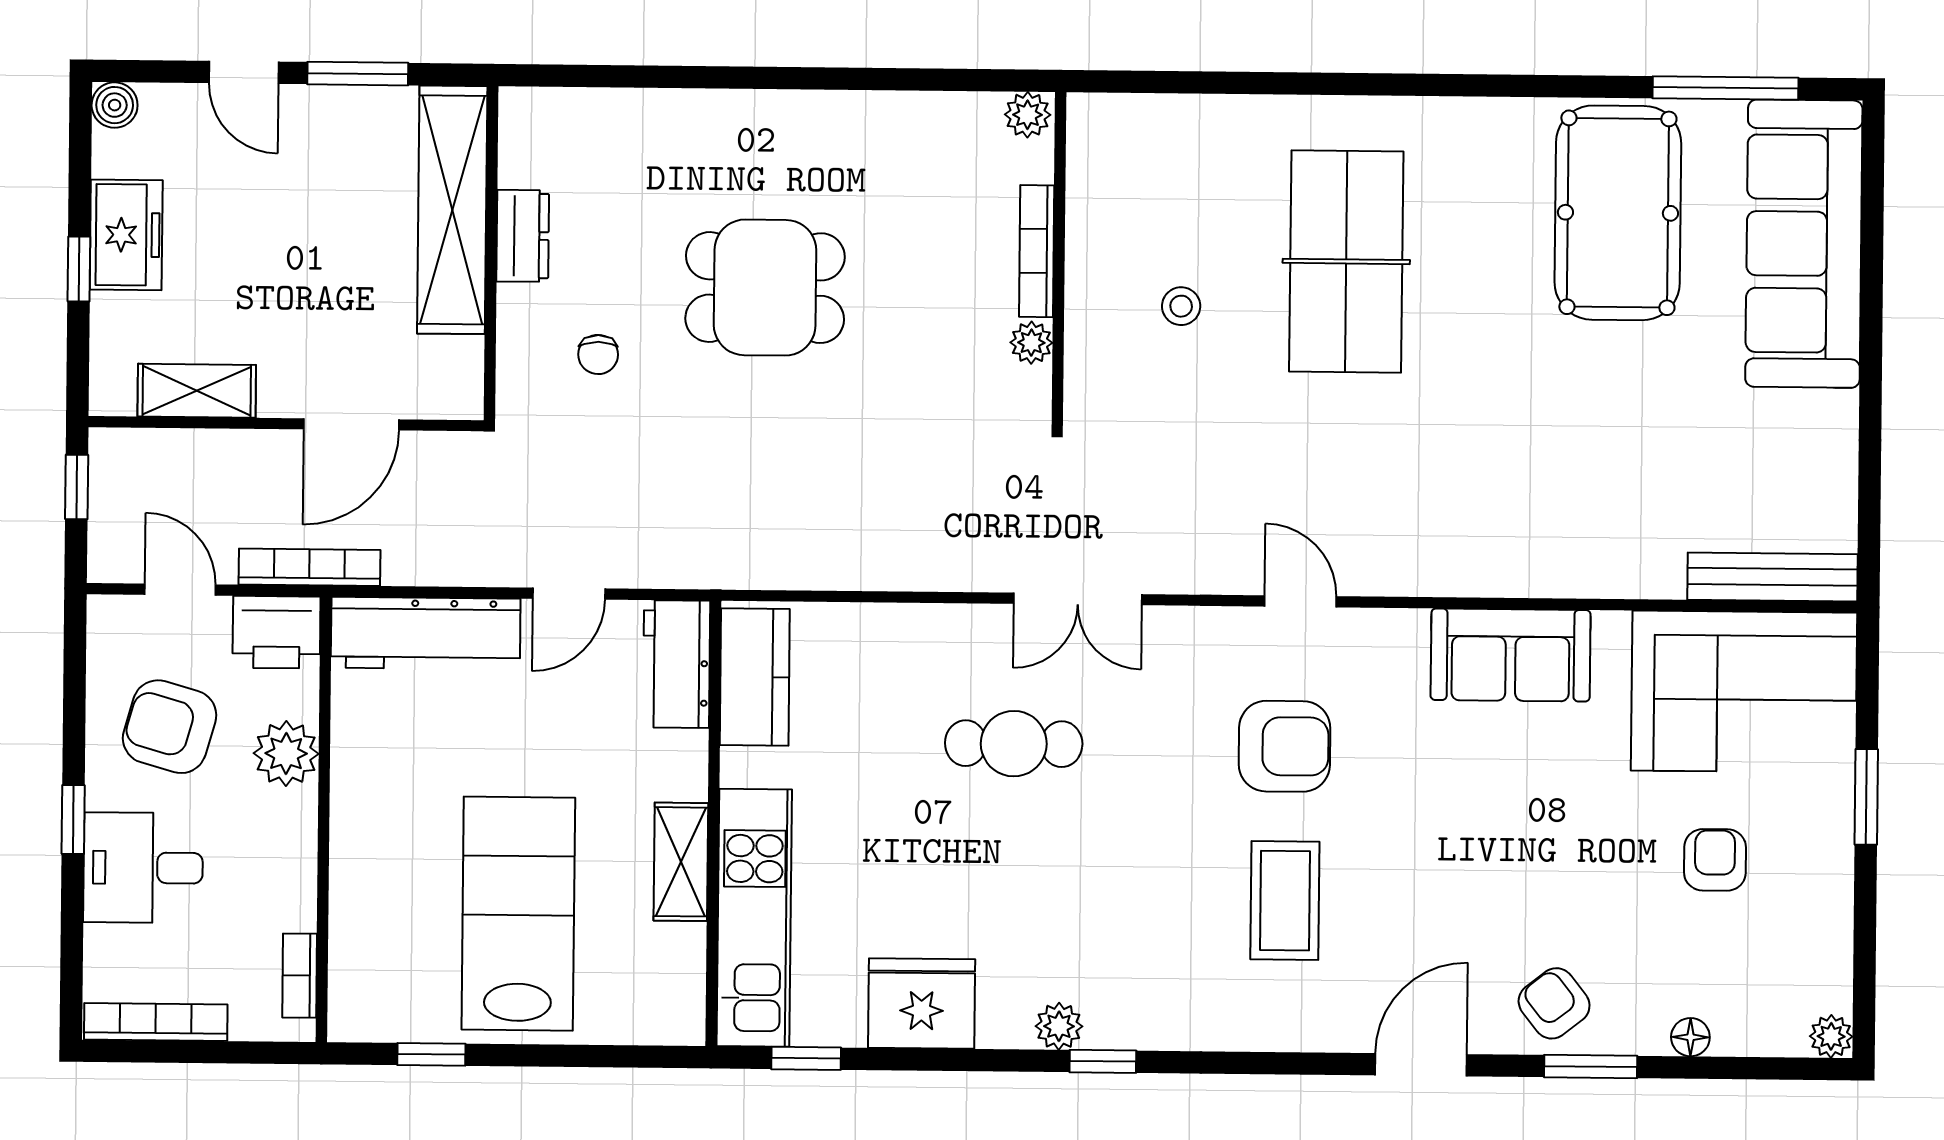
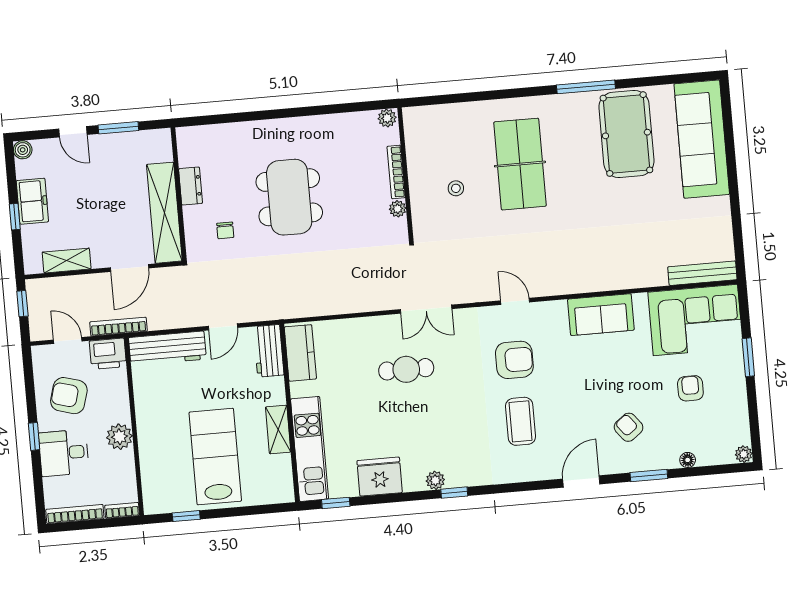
window: (1726, 88) -> (586, 87), moved
shelving: (452, 210) -> (164, 213), moved
dining table: (765, 288) -> (289, 197), width x1.38
plant: (286, 753) -> (119, 437), moved
bookcase: (300, 976) -> (122, 510), moved, turned 90
armchair: (1554, 1003) -> (629, 427), moved

